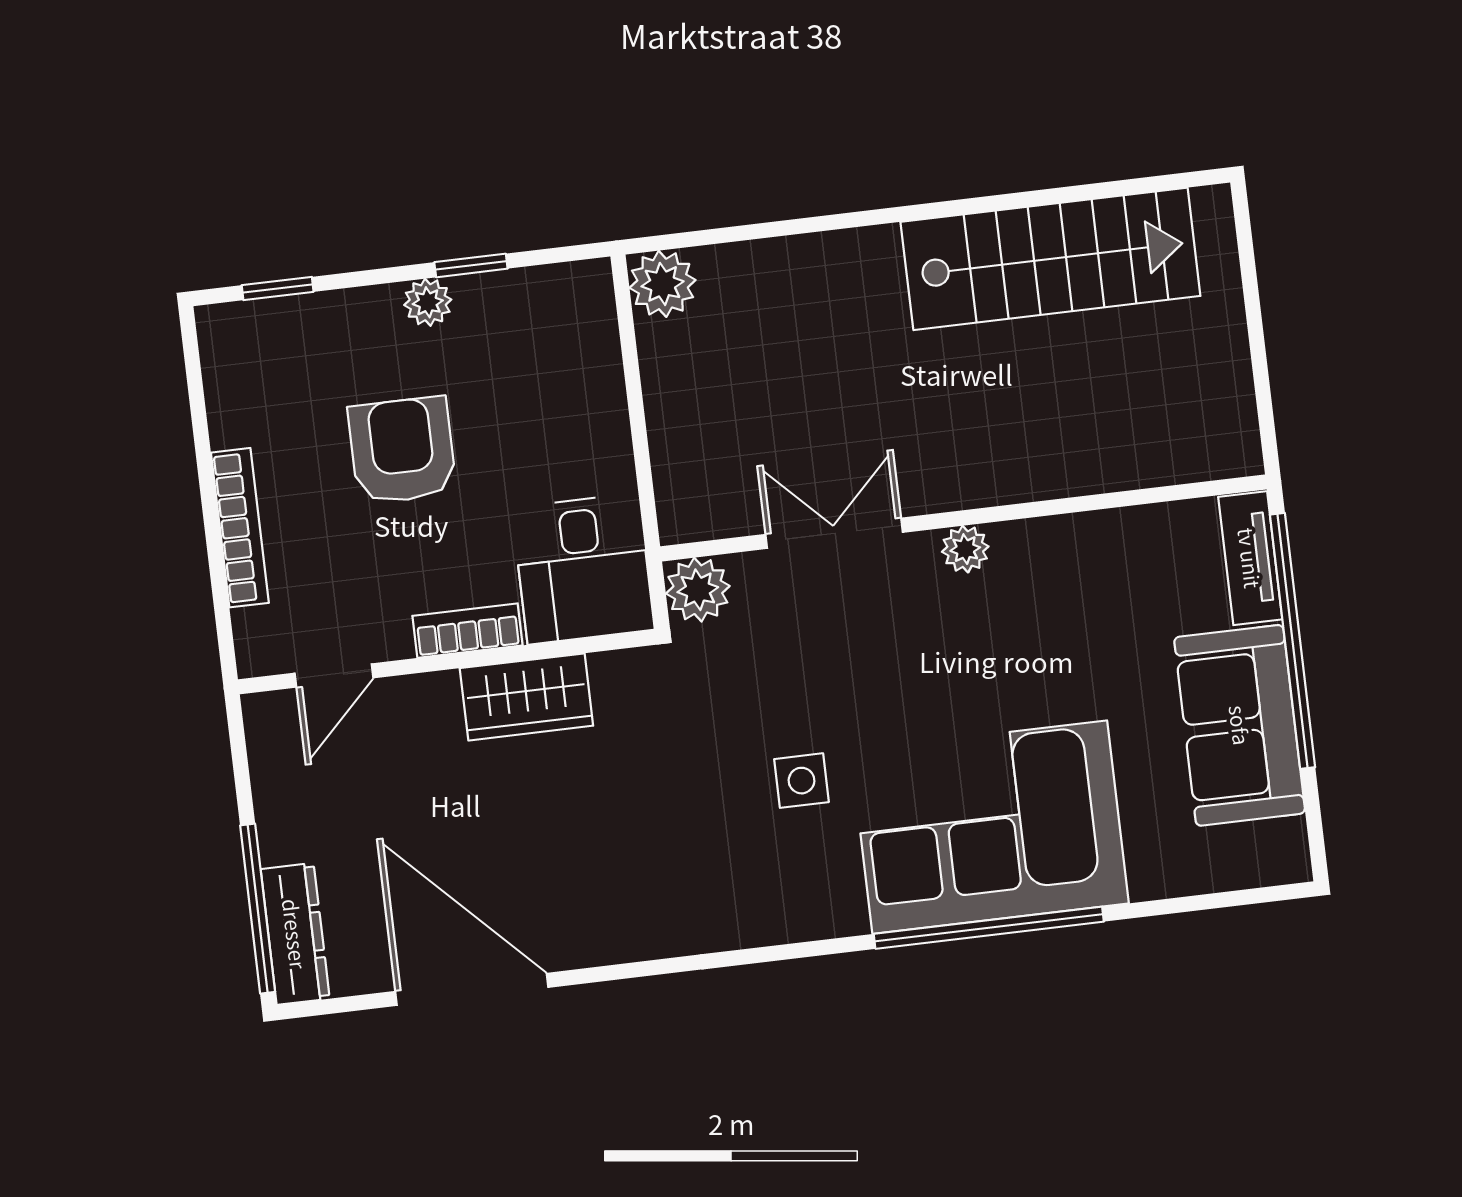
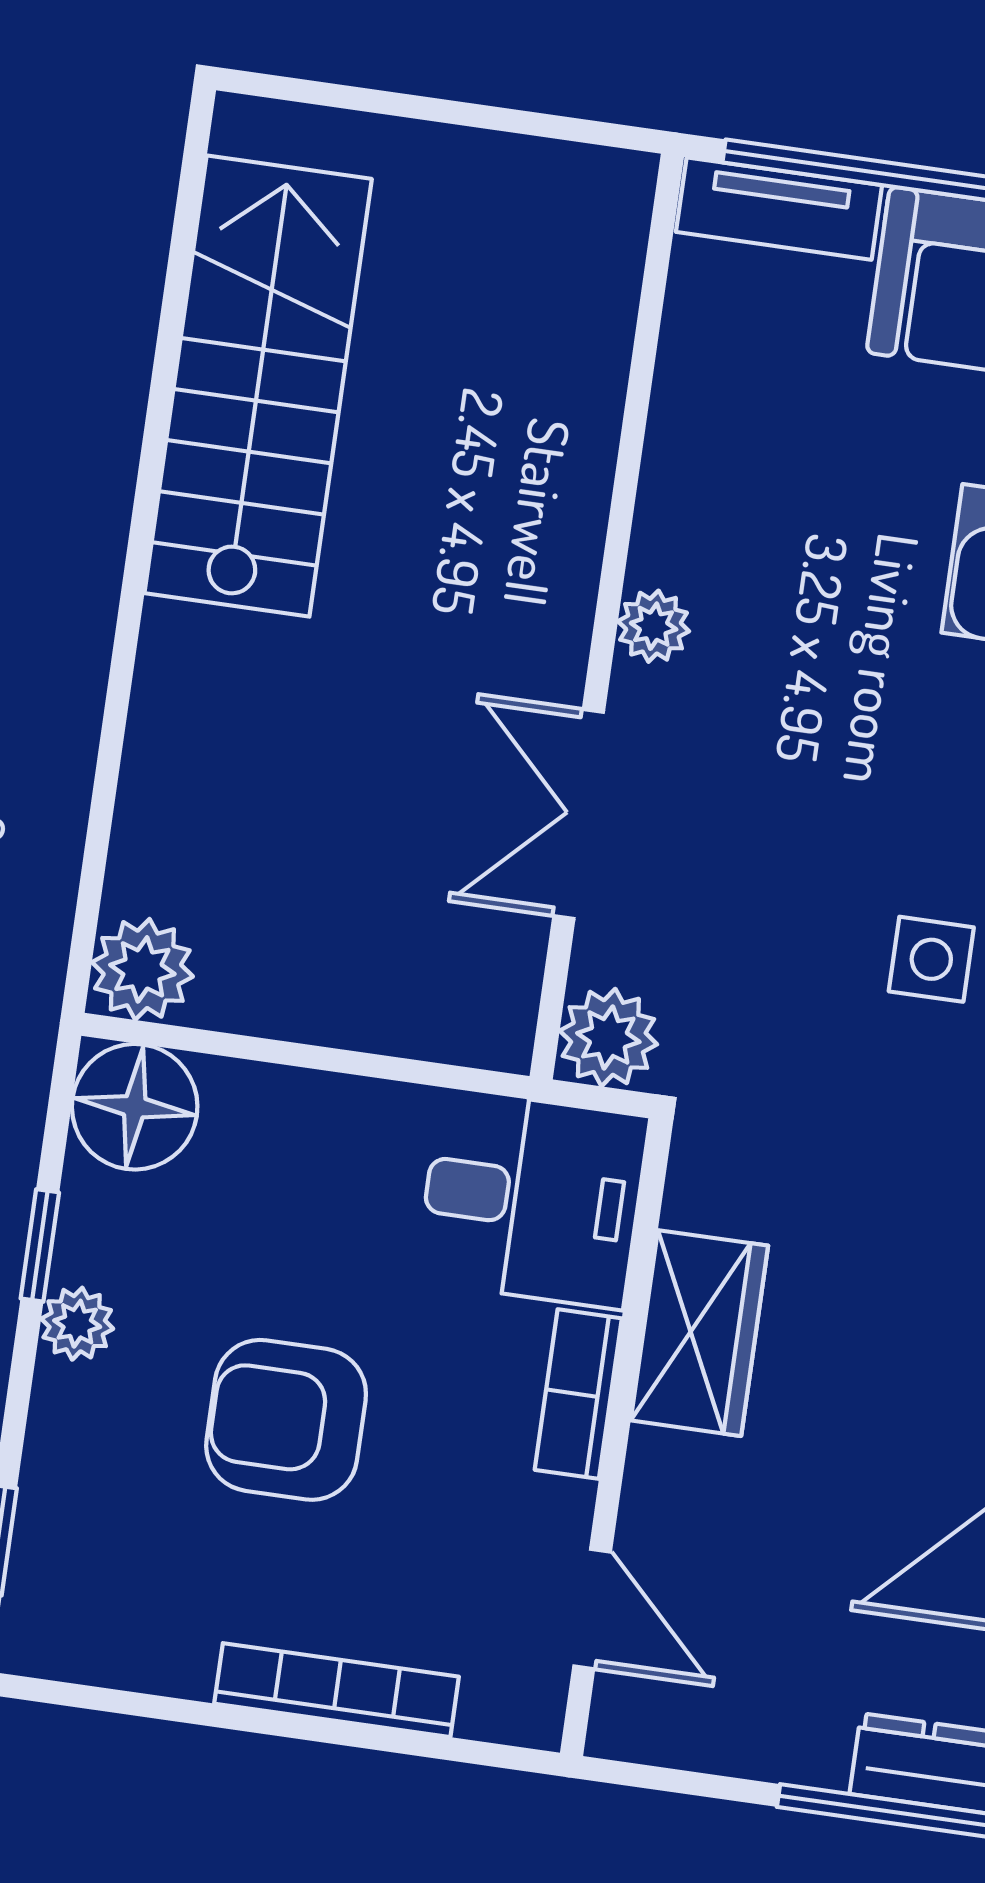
floor lamp: (574, 302) -> (135, 1107), added

